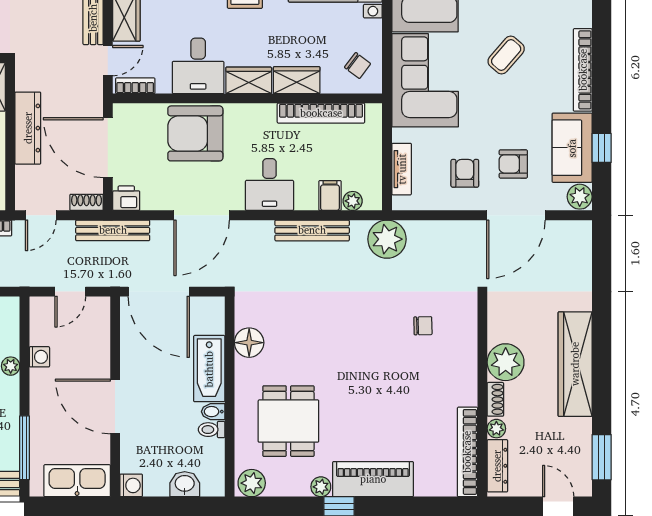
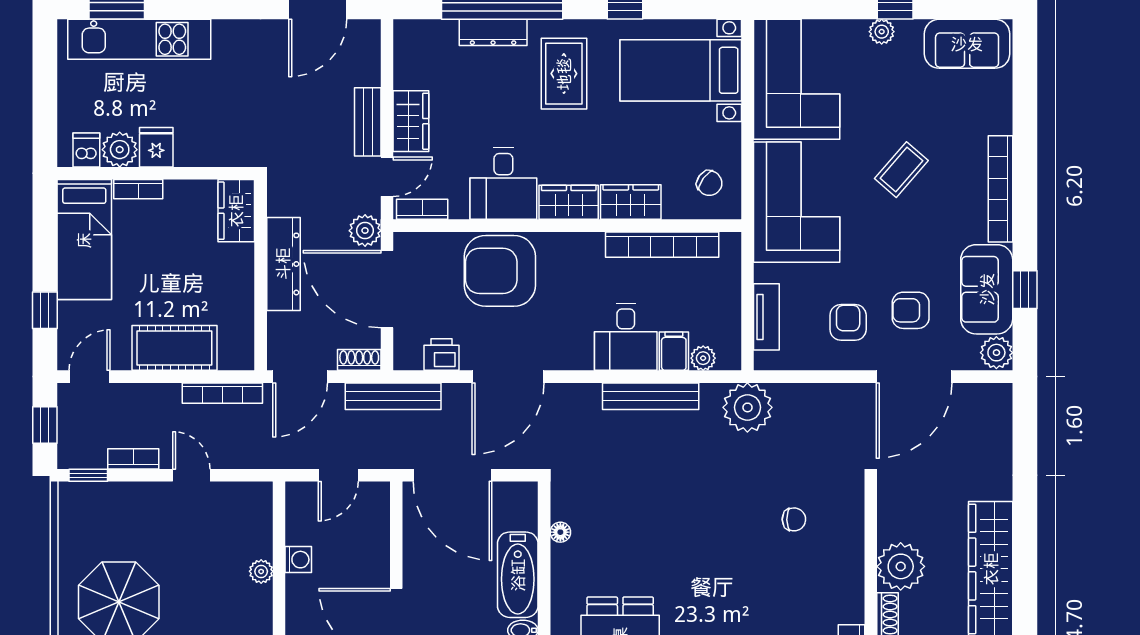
plant: (91, 102) -> (365, 231), added
desk: (270, 185) -> (626, 337), moved
printer: (126, 198) -> (442, 355), moved
door: (41, 215) -> (300, 377), width x1.38
floor lamp: (249, 343) -> (560, 532), width x0.53, depth x0.53

